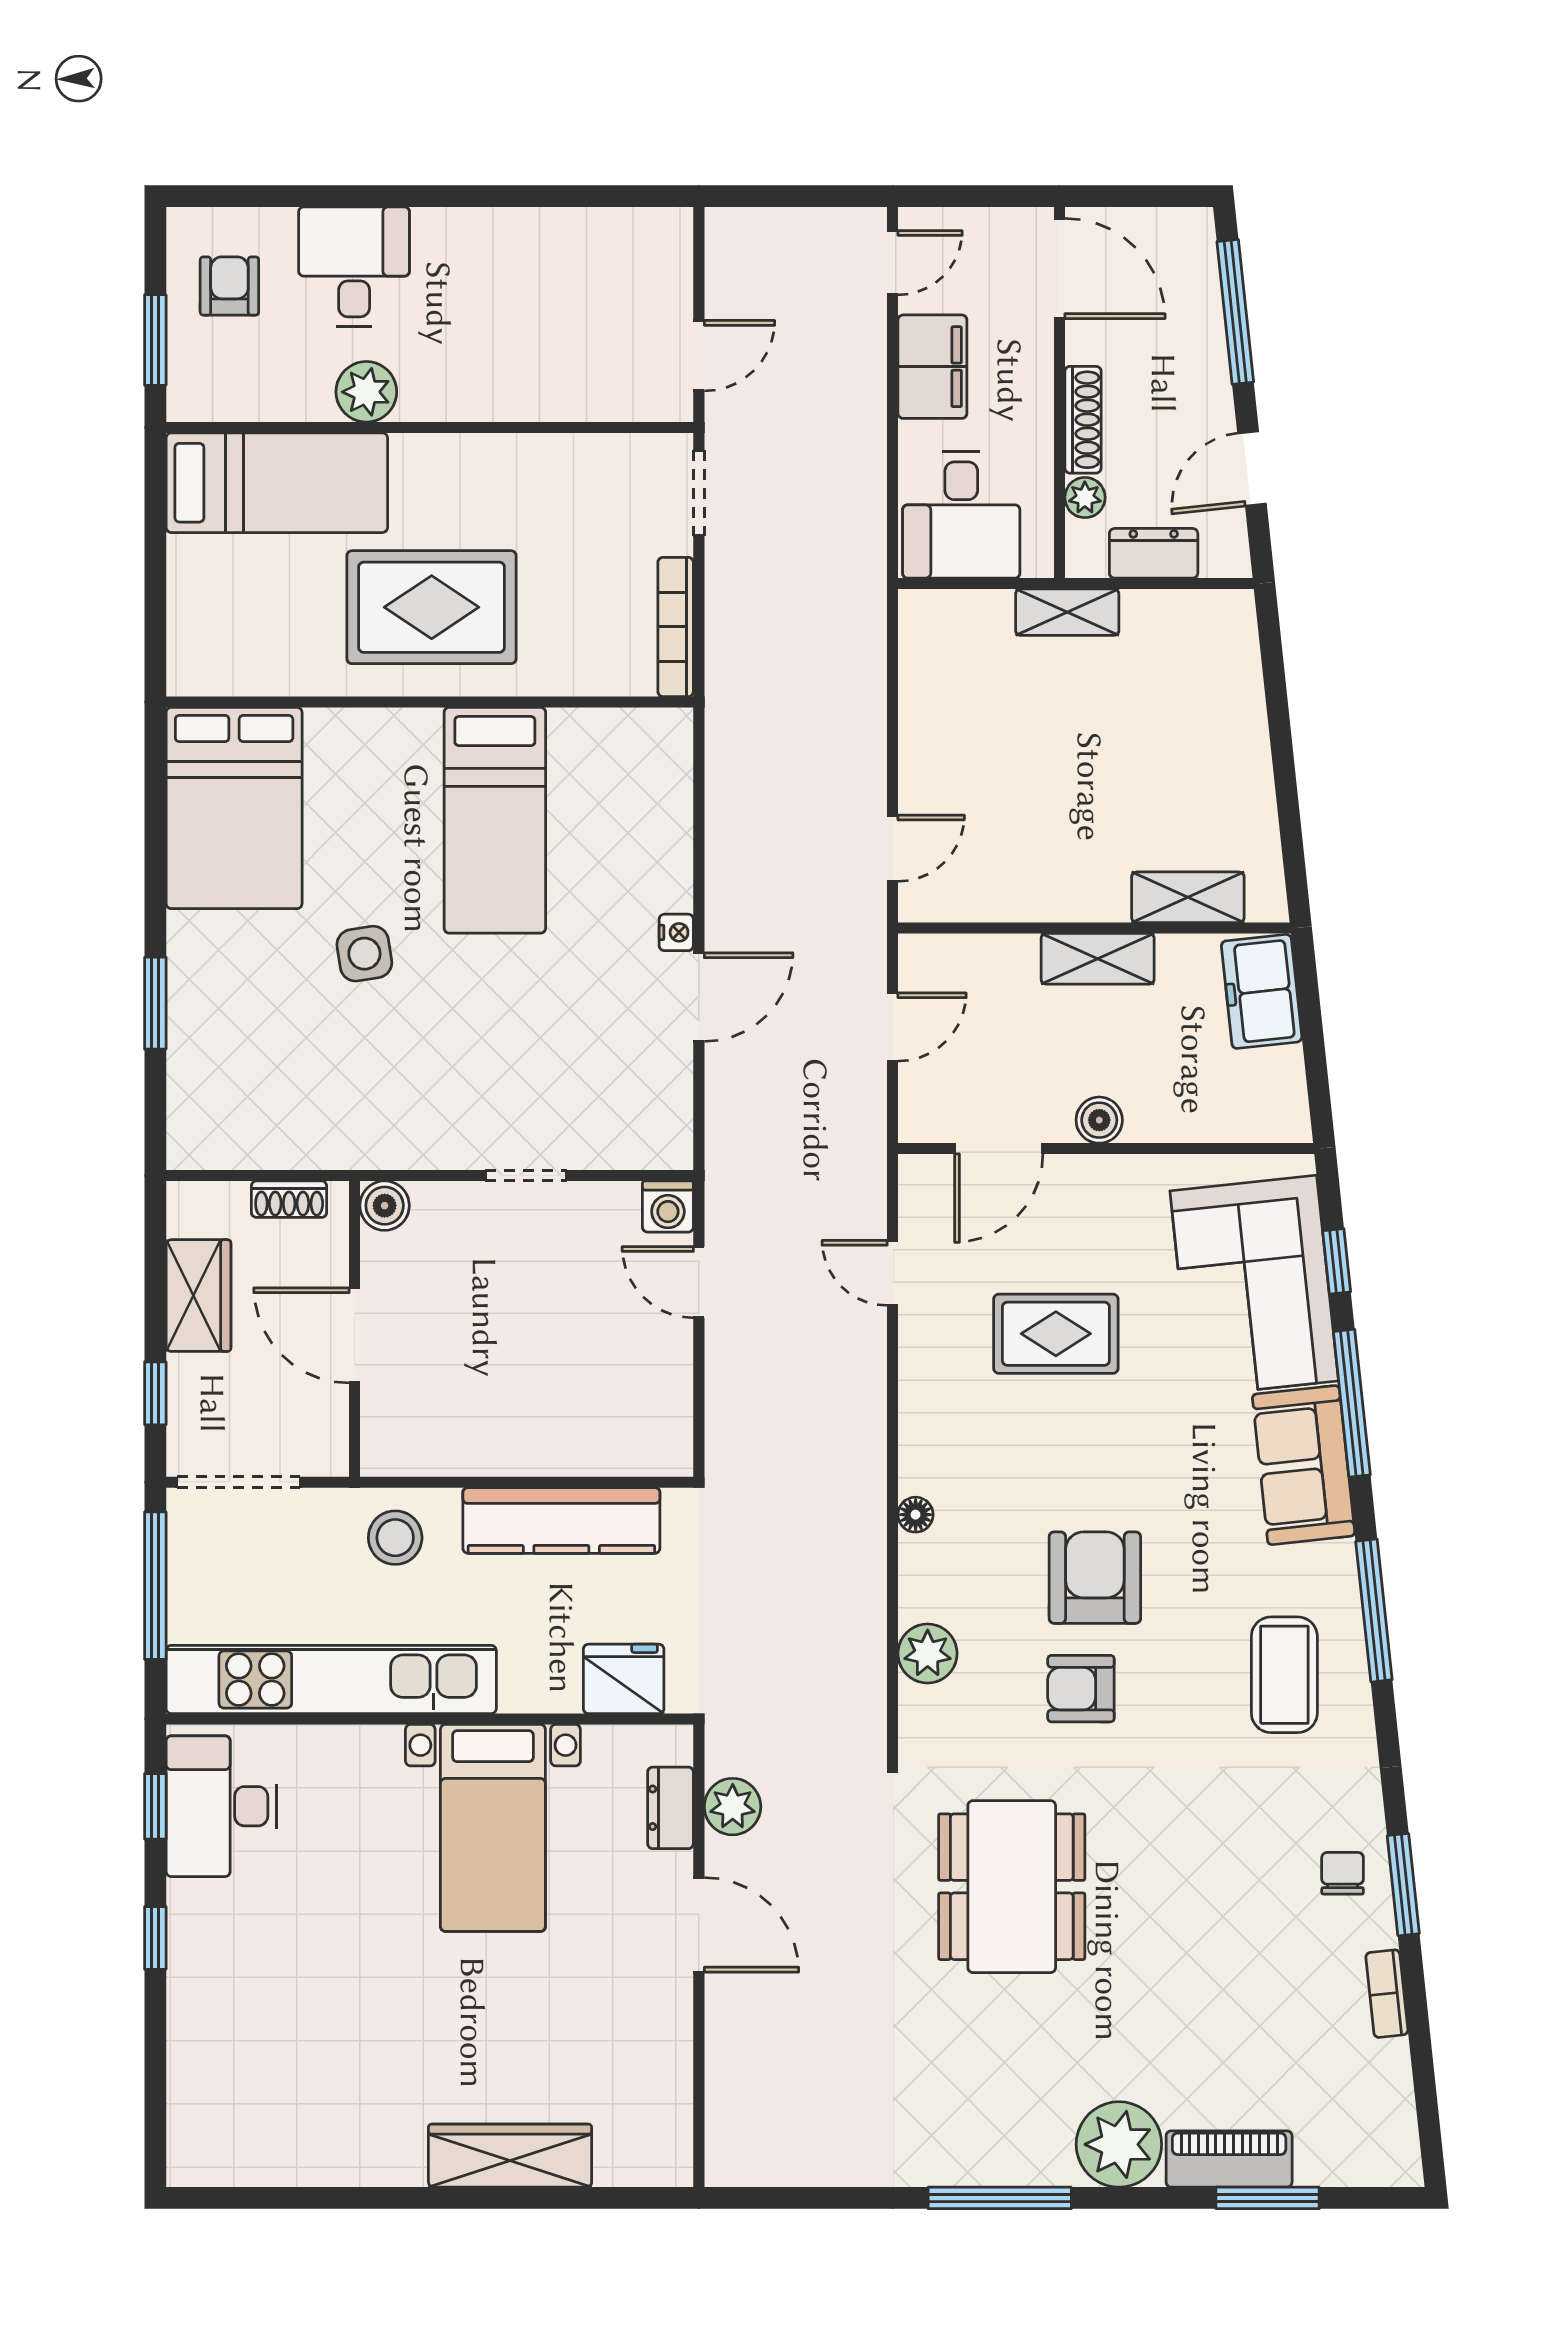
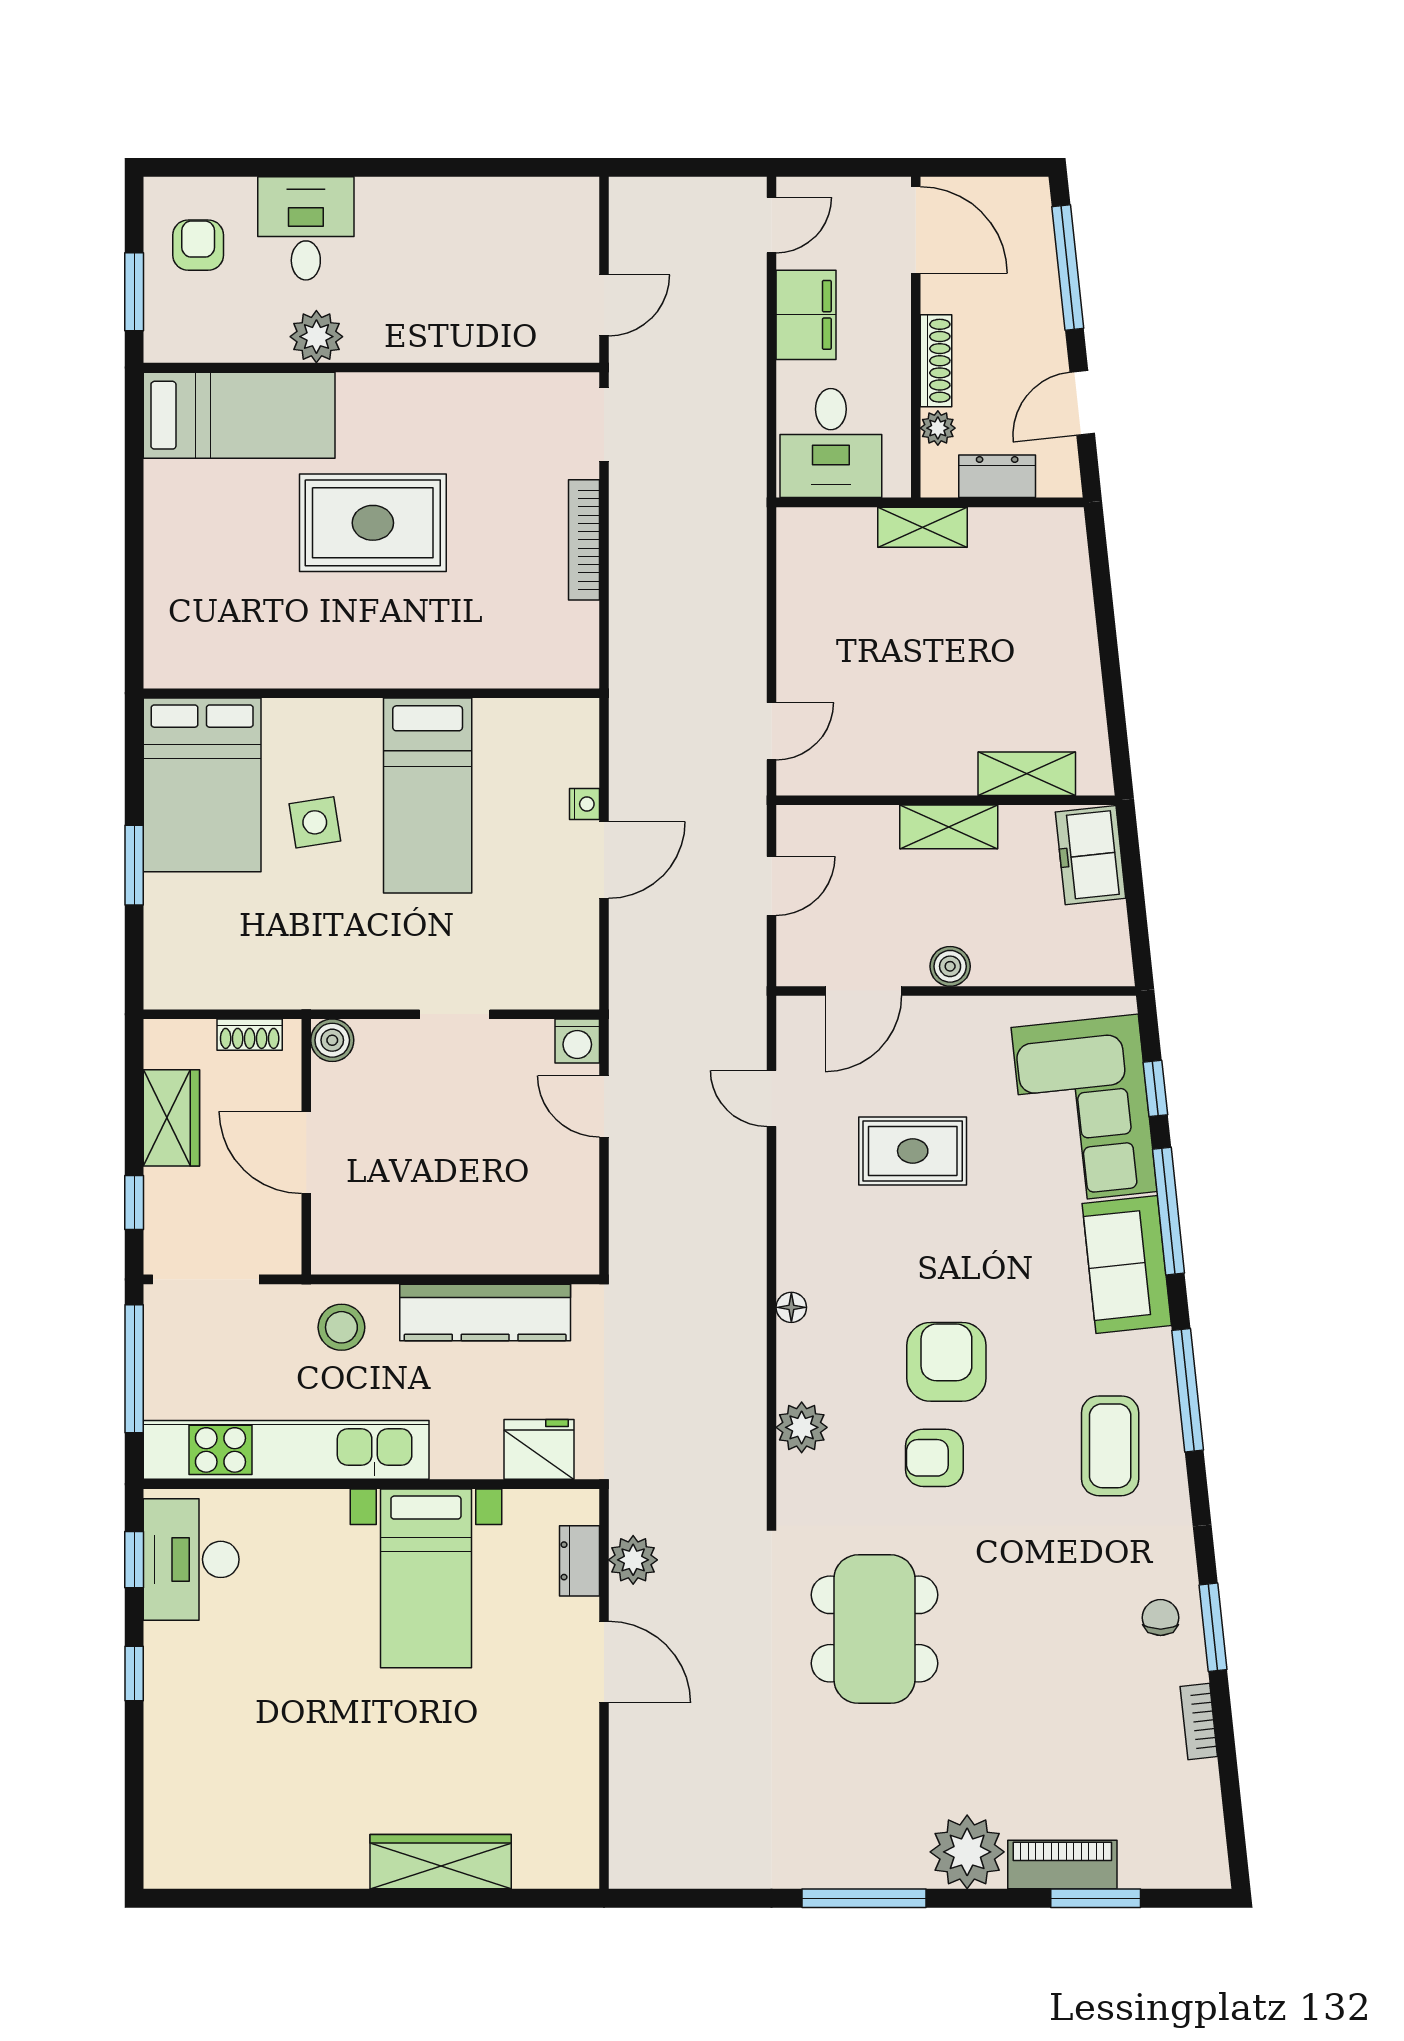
wall: (430, 702) -> (371, 693), moved
bed: (234, 808) -> (202, 785), moved
bed: (495, 820) -> (428, 795), moved

